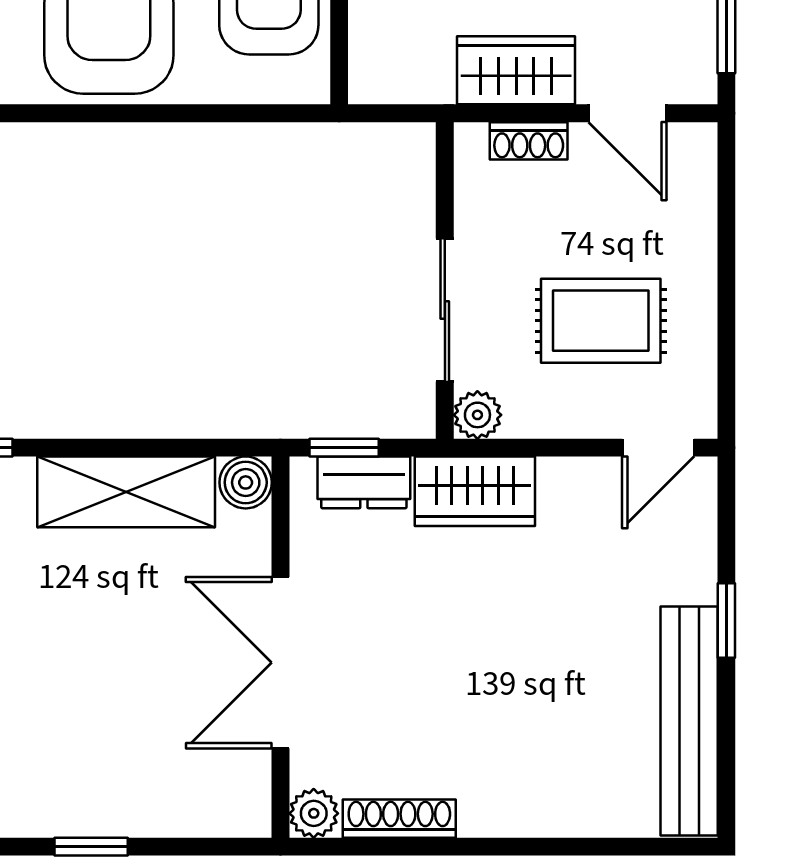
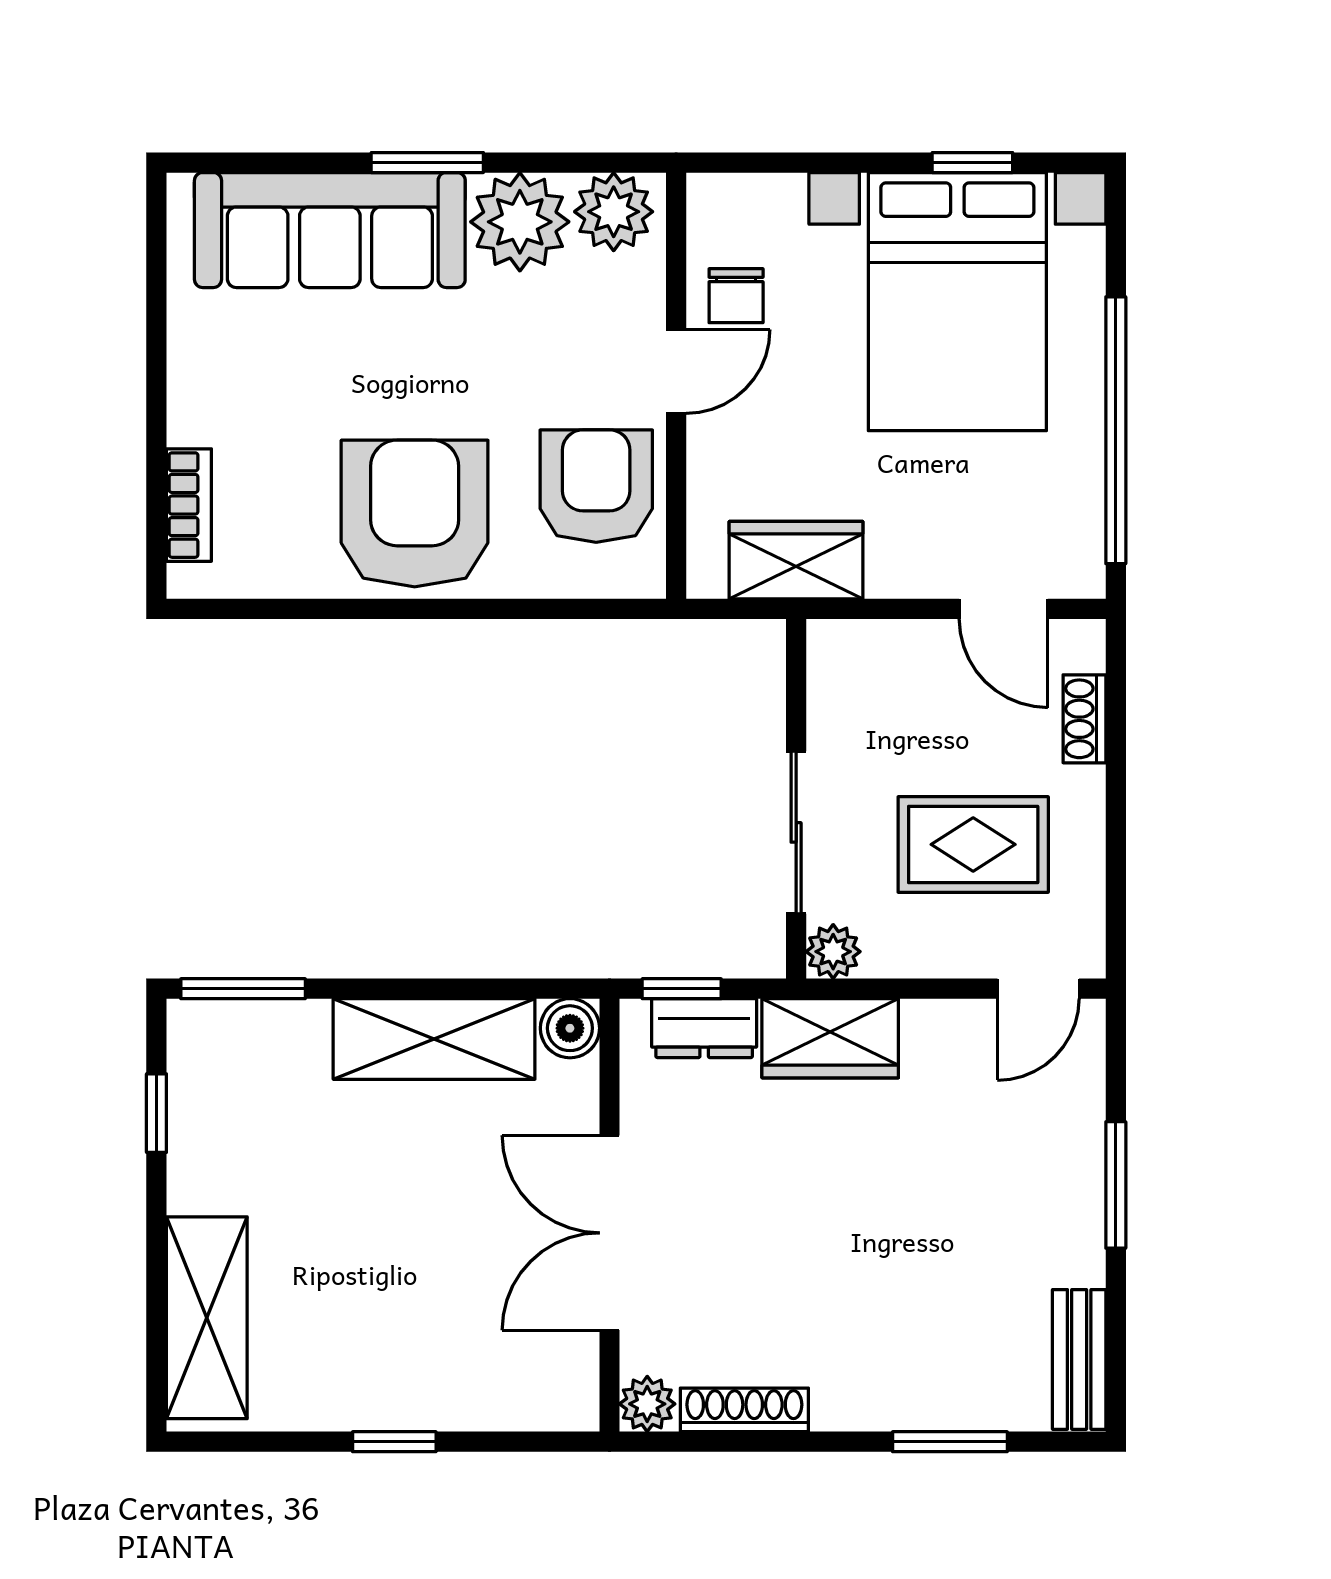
wardrobe: (516, 70) -> (796, 560), moved
shoe rack: (529, 141) -> (1084, 719), moved, turned 90
window: (726, 620) -> (1116, 1185), width x1.50
bench: (689, 721) -> (1079, 1359), width x0.54, depth x0.82
window: (580, 847) -> (950, 1442), added

